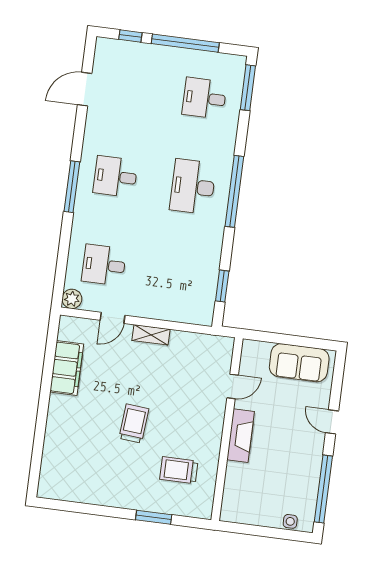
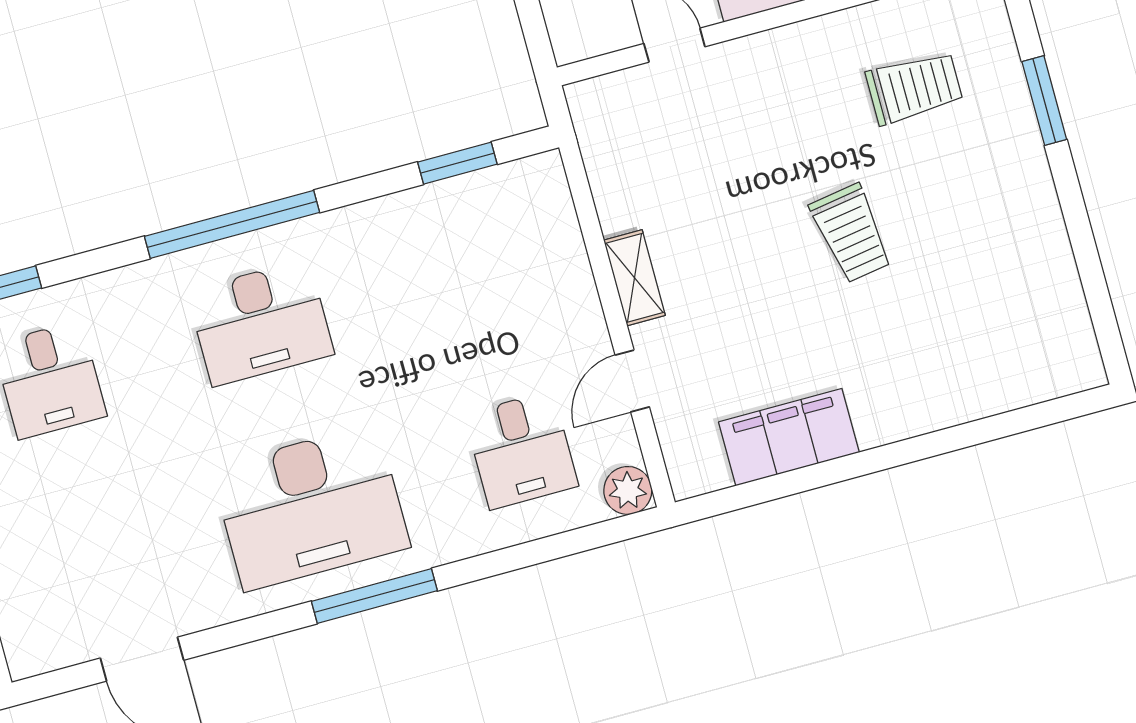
desk: (115, 177) -> (311, 507), width x1.87, depth x1.30
door: (112, 318) -> (632, 381), swing flipped
trolley: (134, 424) -> (851, 233), turned -104
trolley: (179, 470) -> (914, 88), turned -90

